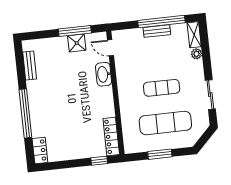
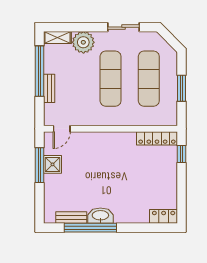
bench: (157, 31) -> (49, 88), moved
plant: (197, 54) -> (83, 42), width x1.87, depth x1.87
washbasin: (104, 74) -> (100, 216), moved, turned 180
exercise mat: (162, 88) -> (111, 79), width x1.36, depth x1.45
window: (25, 113) -> (90, 228), moved

